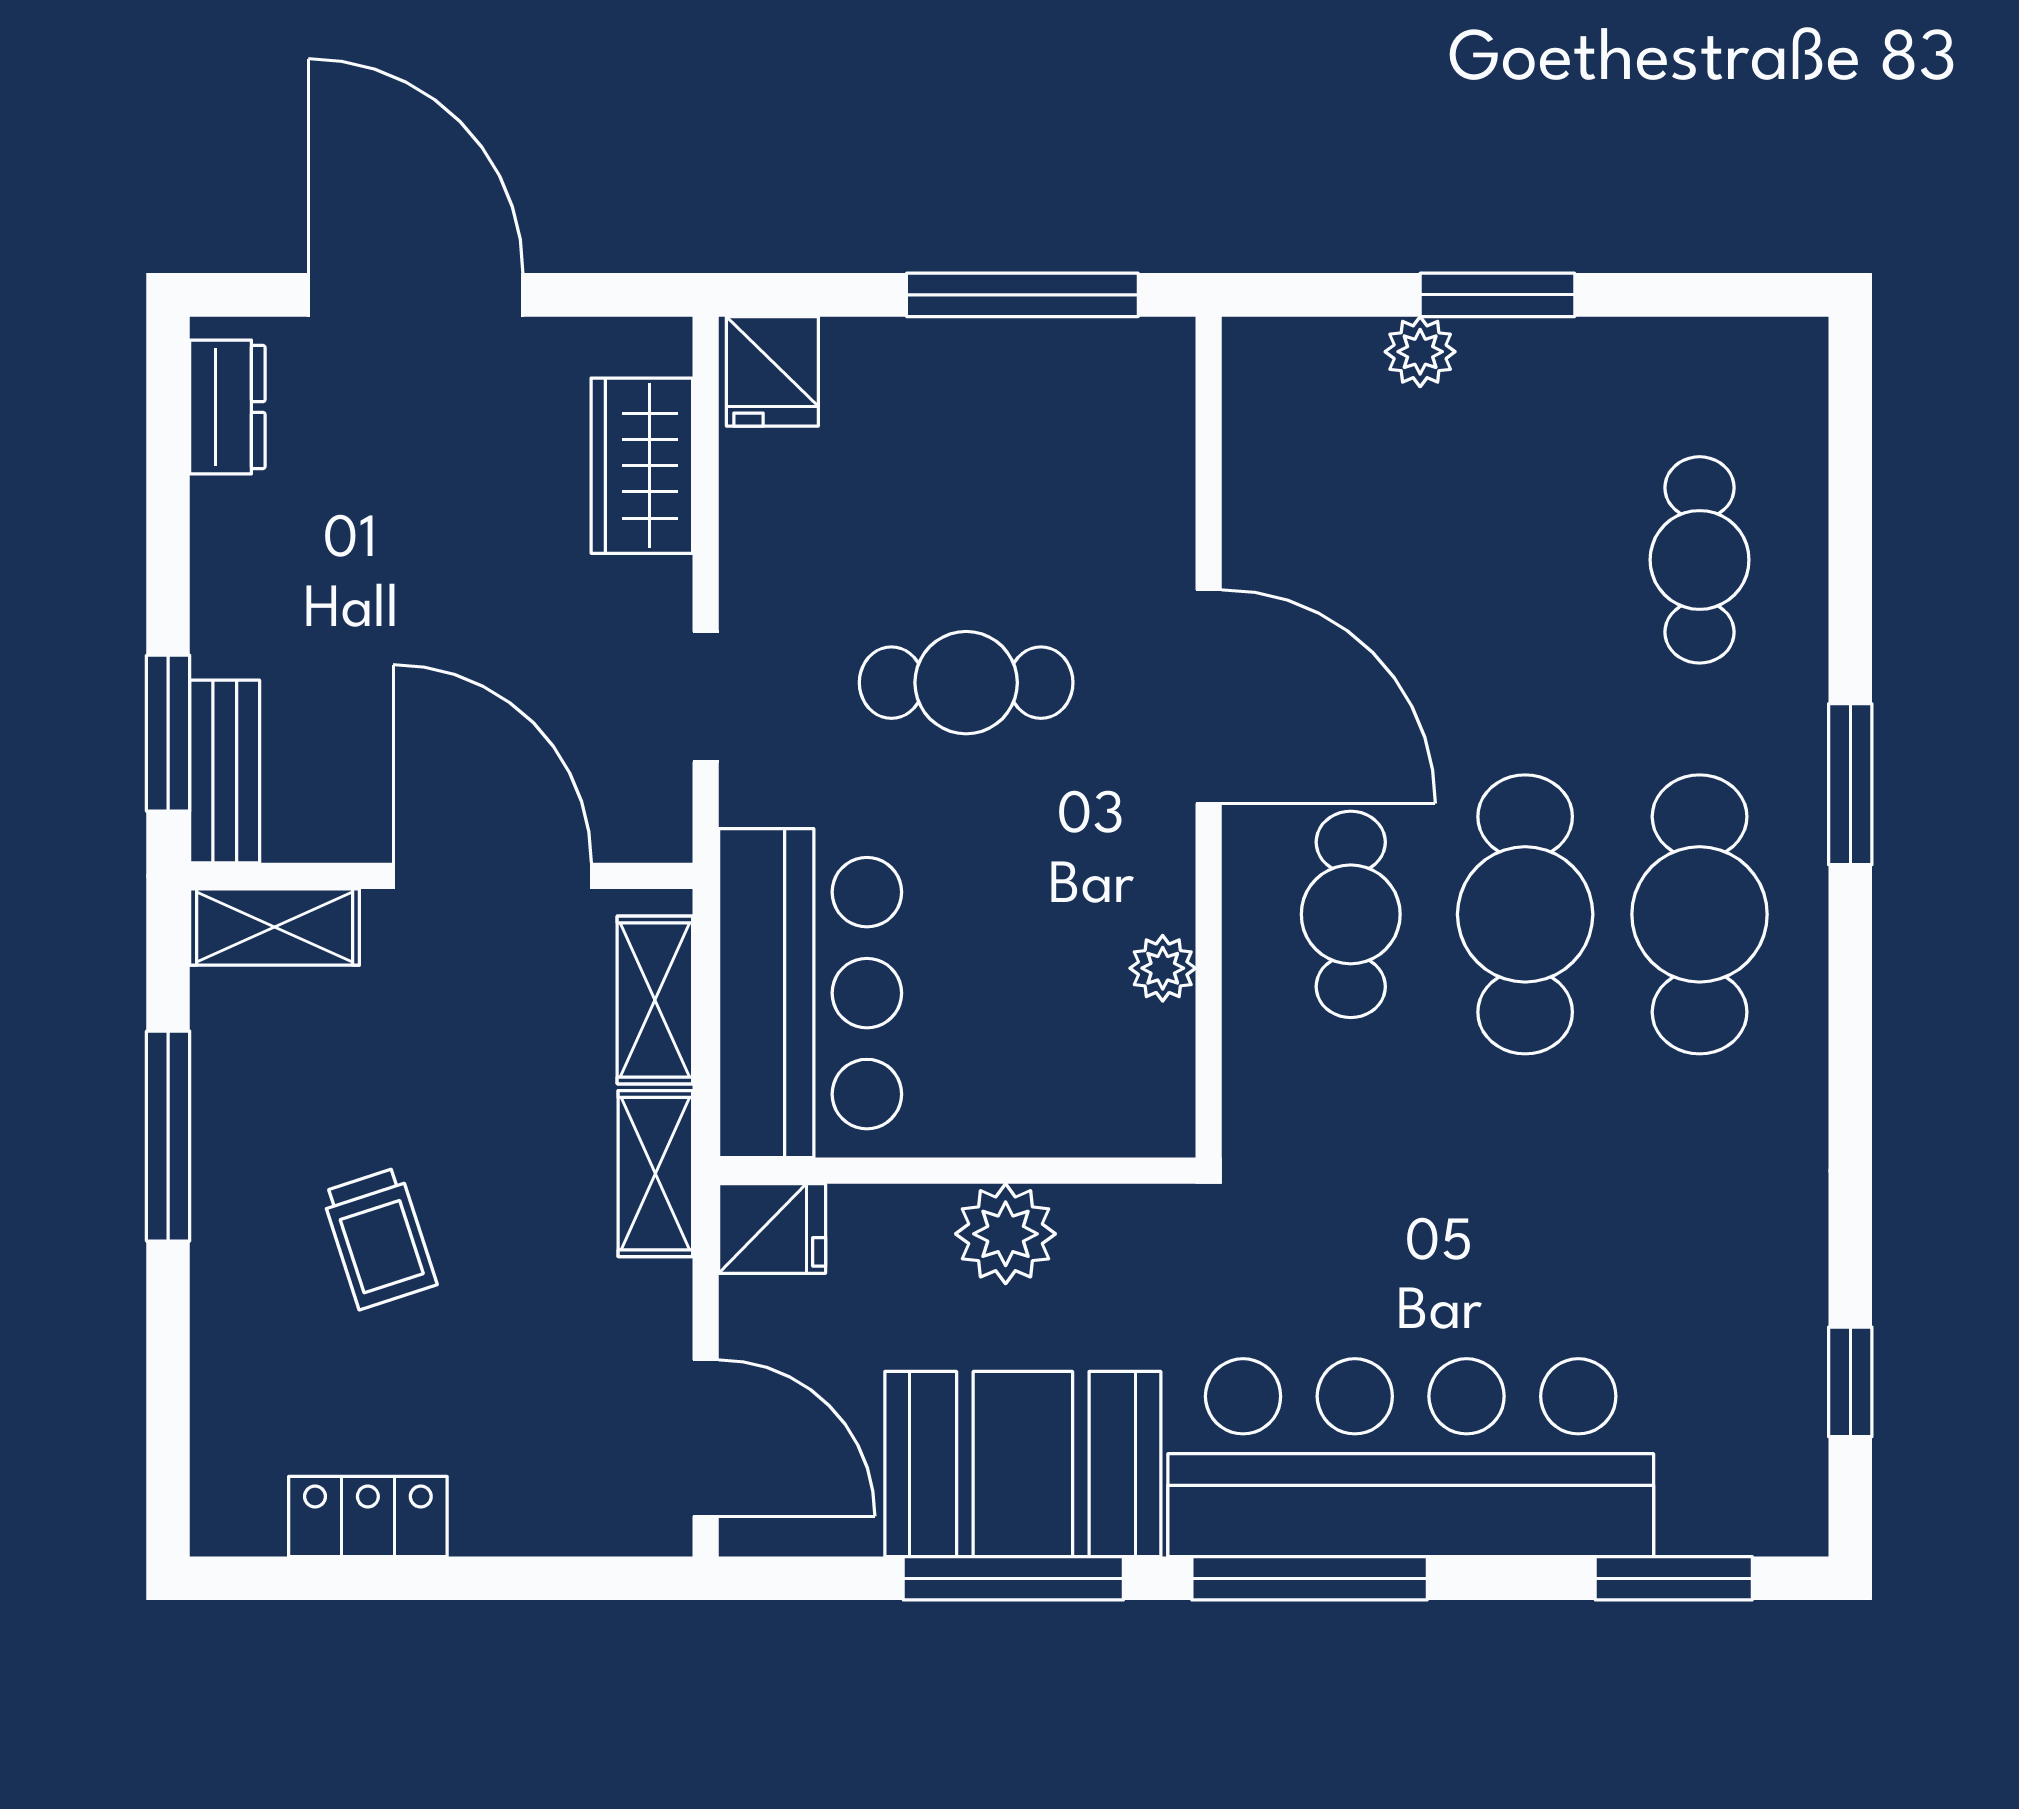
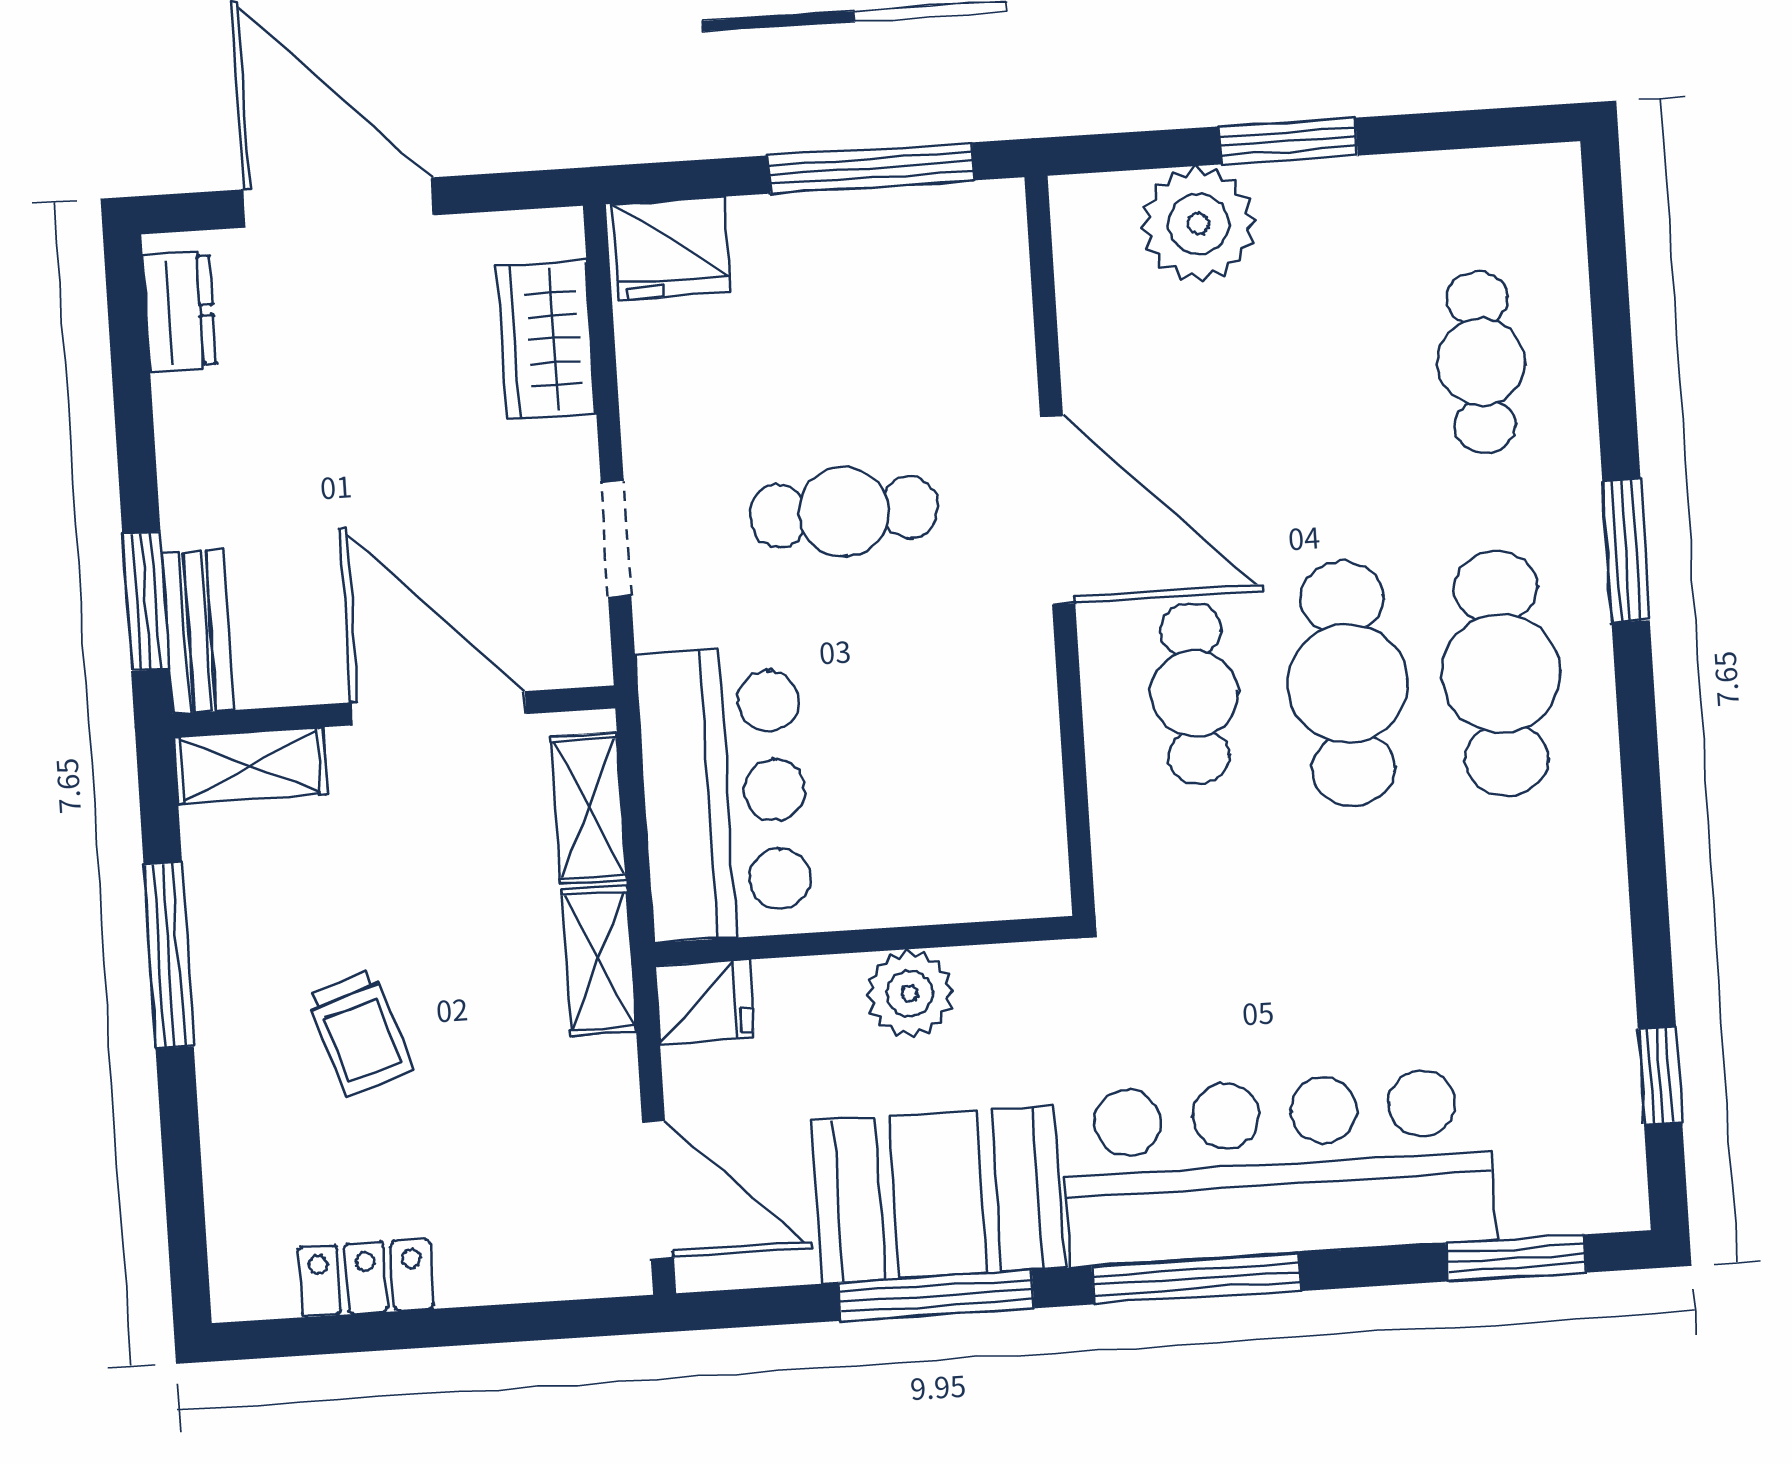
plant: (1420, 352) -> (1198, 224), width x1.87, depth x1.87
fridge: (772, 371) -> (672, 248), width x1.38
plant: (1163, 968) -> (1033, 751), removed

